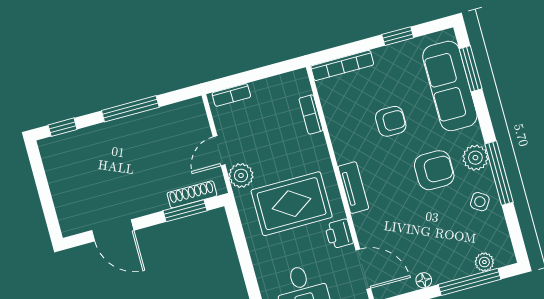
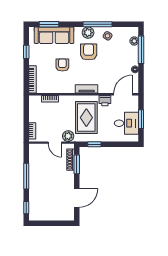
window: (239, 237) -> (94, 144), added

